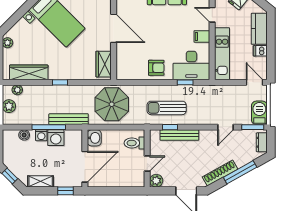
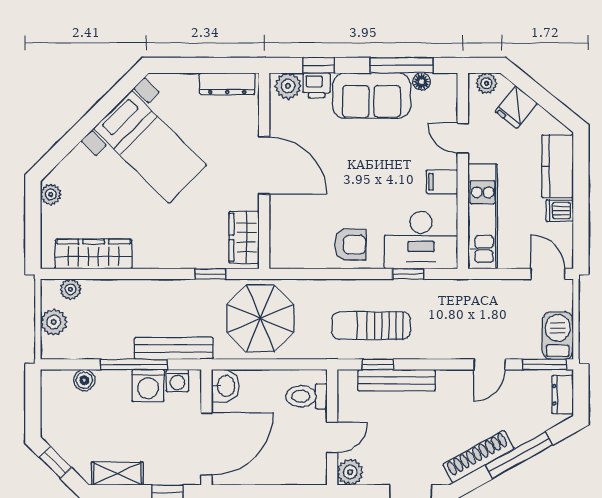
window: (60, 82) -> (210, 274), moved
washing machine: (41, 135) -> (177, 381), moved

